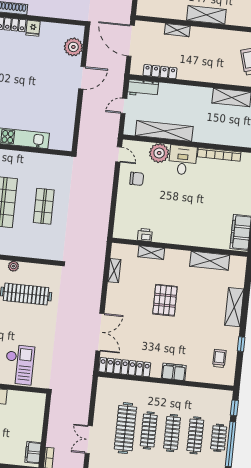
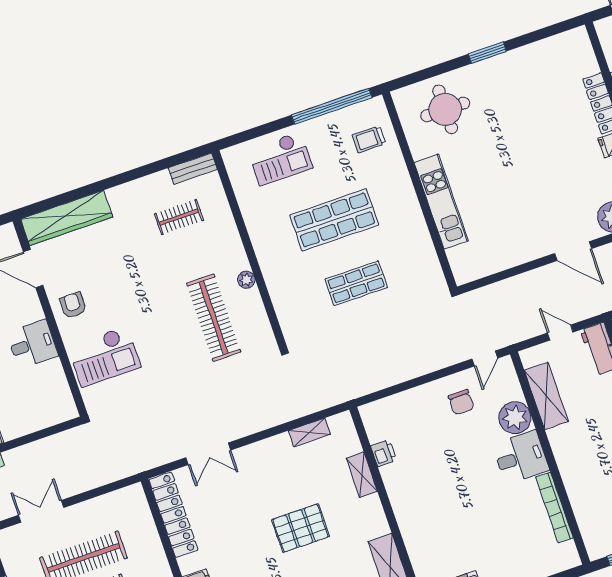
shelving: (164, 131) -> (546, 396), width x0.68
double door: (100, 332) -> (208, 454), width x0.73

